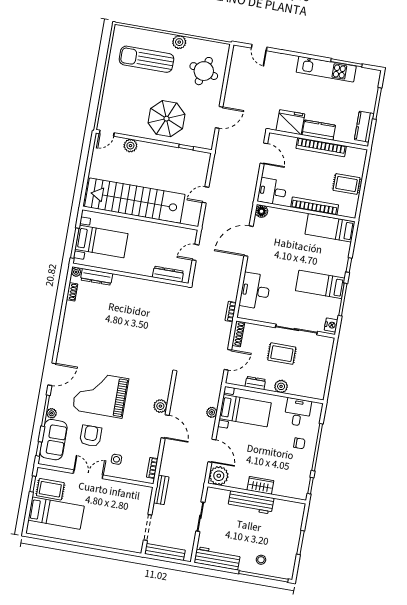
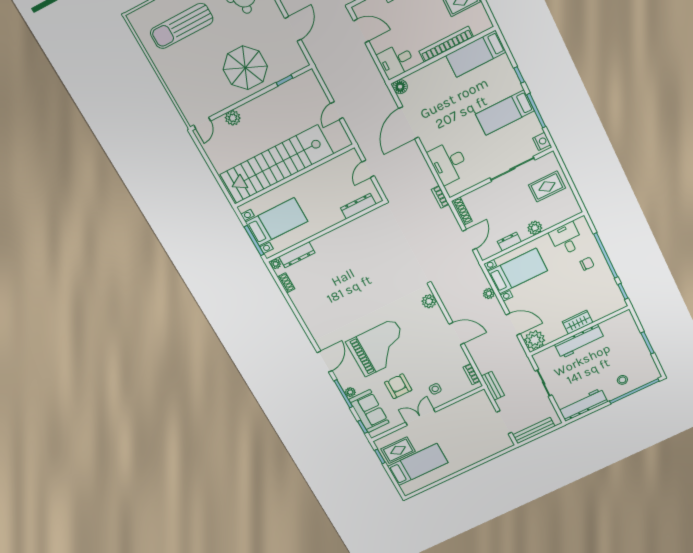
rug: (282, 354) -> (547, 186), moved
grand piano: (100, 394) -> (380, 348), turned 180
plant: (160, 406) -> (429, 301), moved

